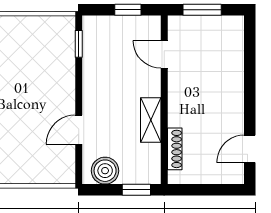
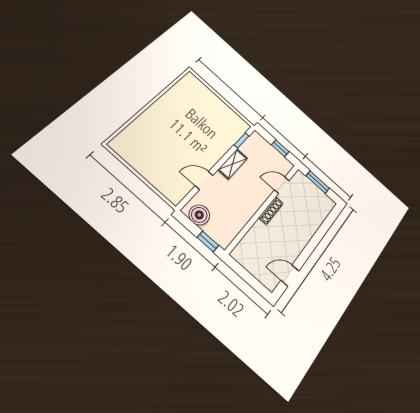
door: (164, 54) -> (282, 185), hinge flipped
shelving: (151, 120) -> (233, 164), moved
shoe rack: (175, 149) -> (271, 210), moved

